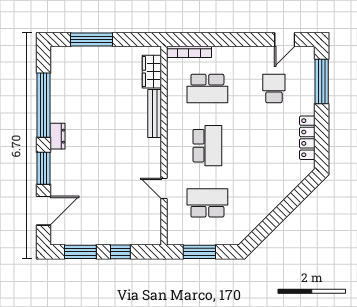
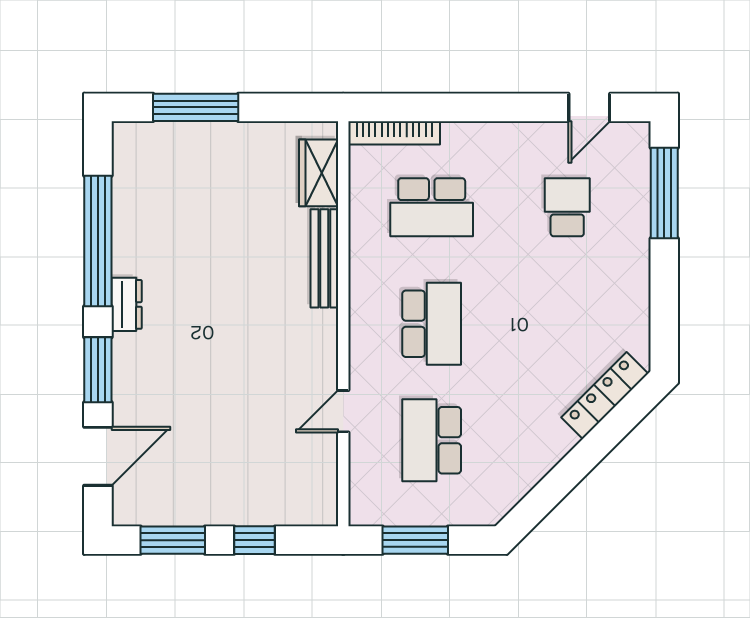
locker: (307, 138) -> (605, 395), moved, turned 45
door: (164, 189) -> (343, 411), hinge flipped
school desk: (207, 203) -> (432, 440), turned -90

